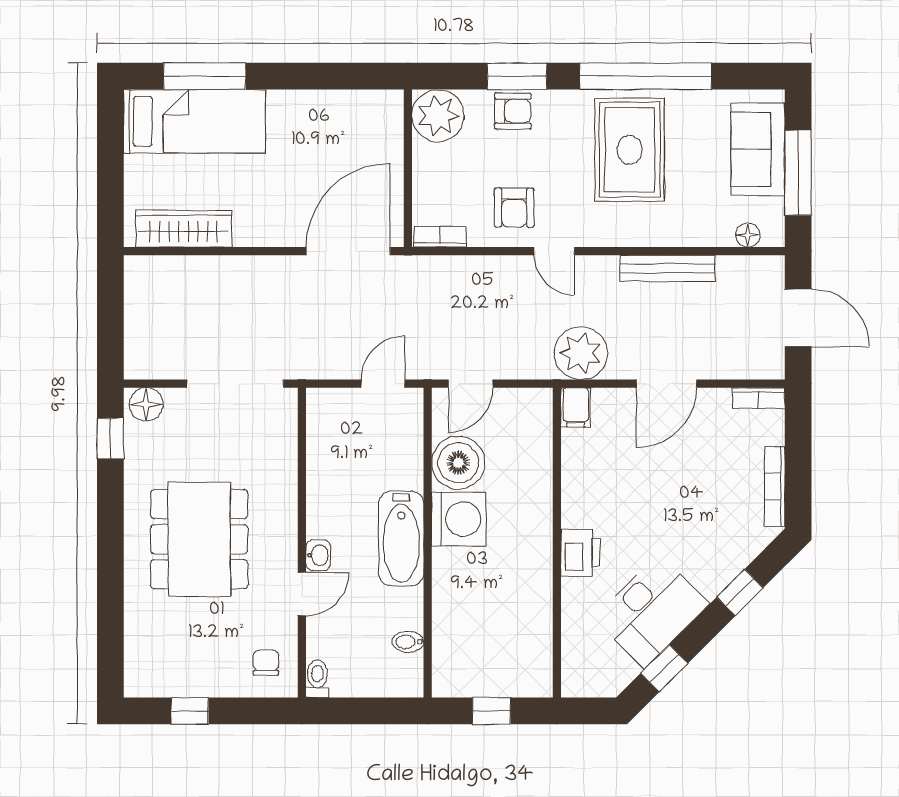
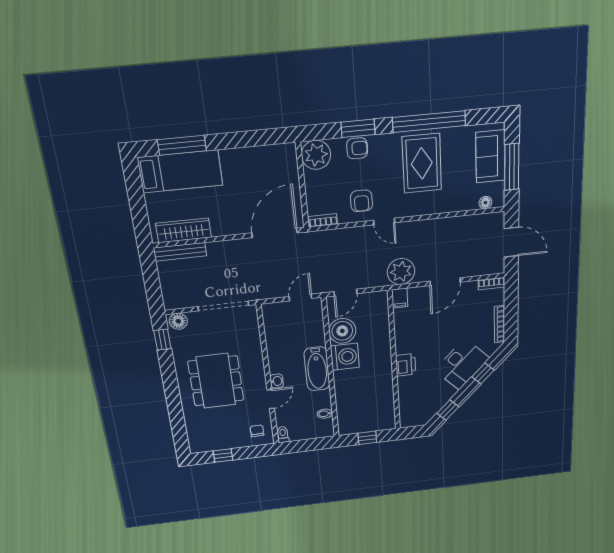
bench: (668, 268) -> (180, 252), moved
desk: (651, 611) -> (462, 364), moved

